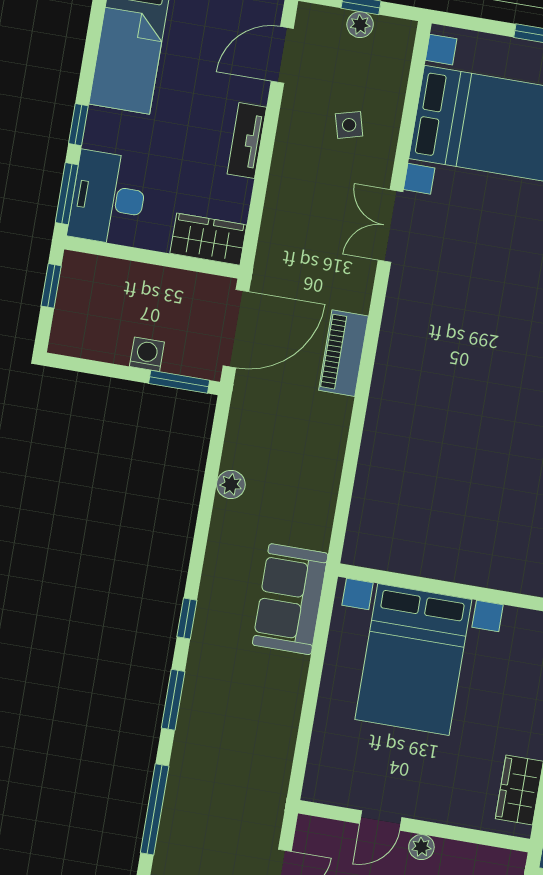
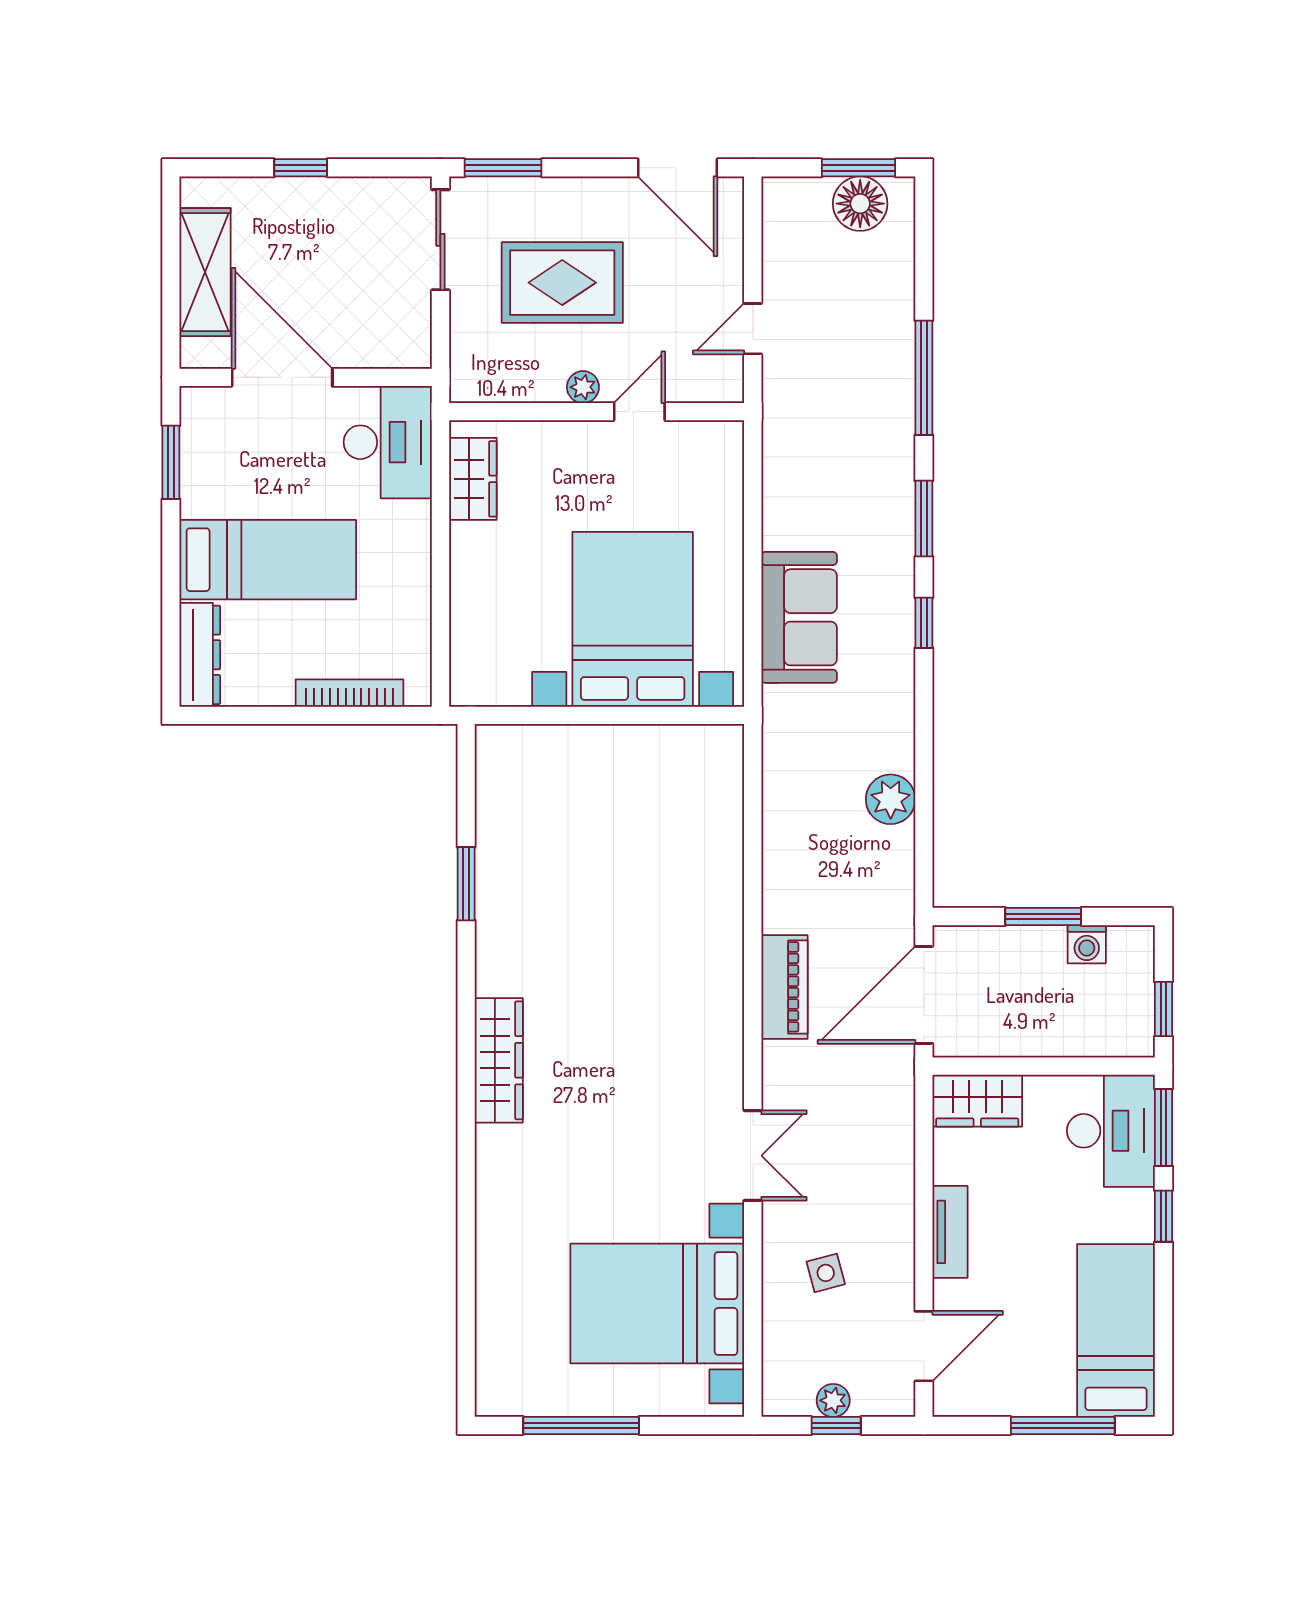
washing machine: (147, 354) -> (1087, 944), moved
window: (179, 382) -> (1043, 916), moved
plant: (231, 484) -> (891, 799), width x1.38, depth x1.38
sofa: (290, 599) -> (799, 617), moved

